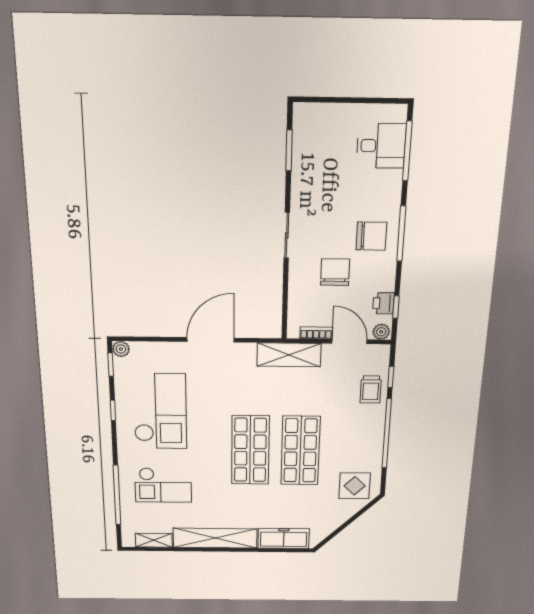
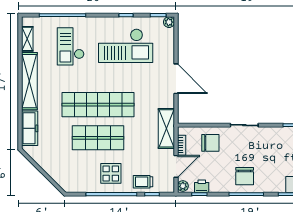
chair: (335, 272) -> (210, 143), moved
shop shelf: (250, 450) -> (98, 105), width x1.40
display table: (355, 486) -> (111, 173), moved

